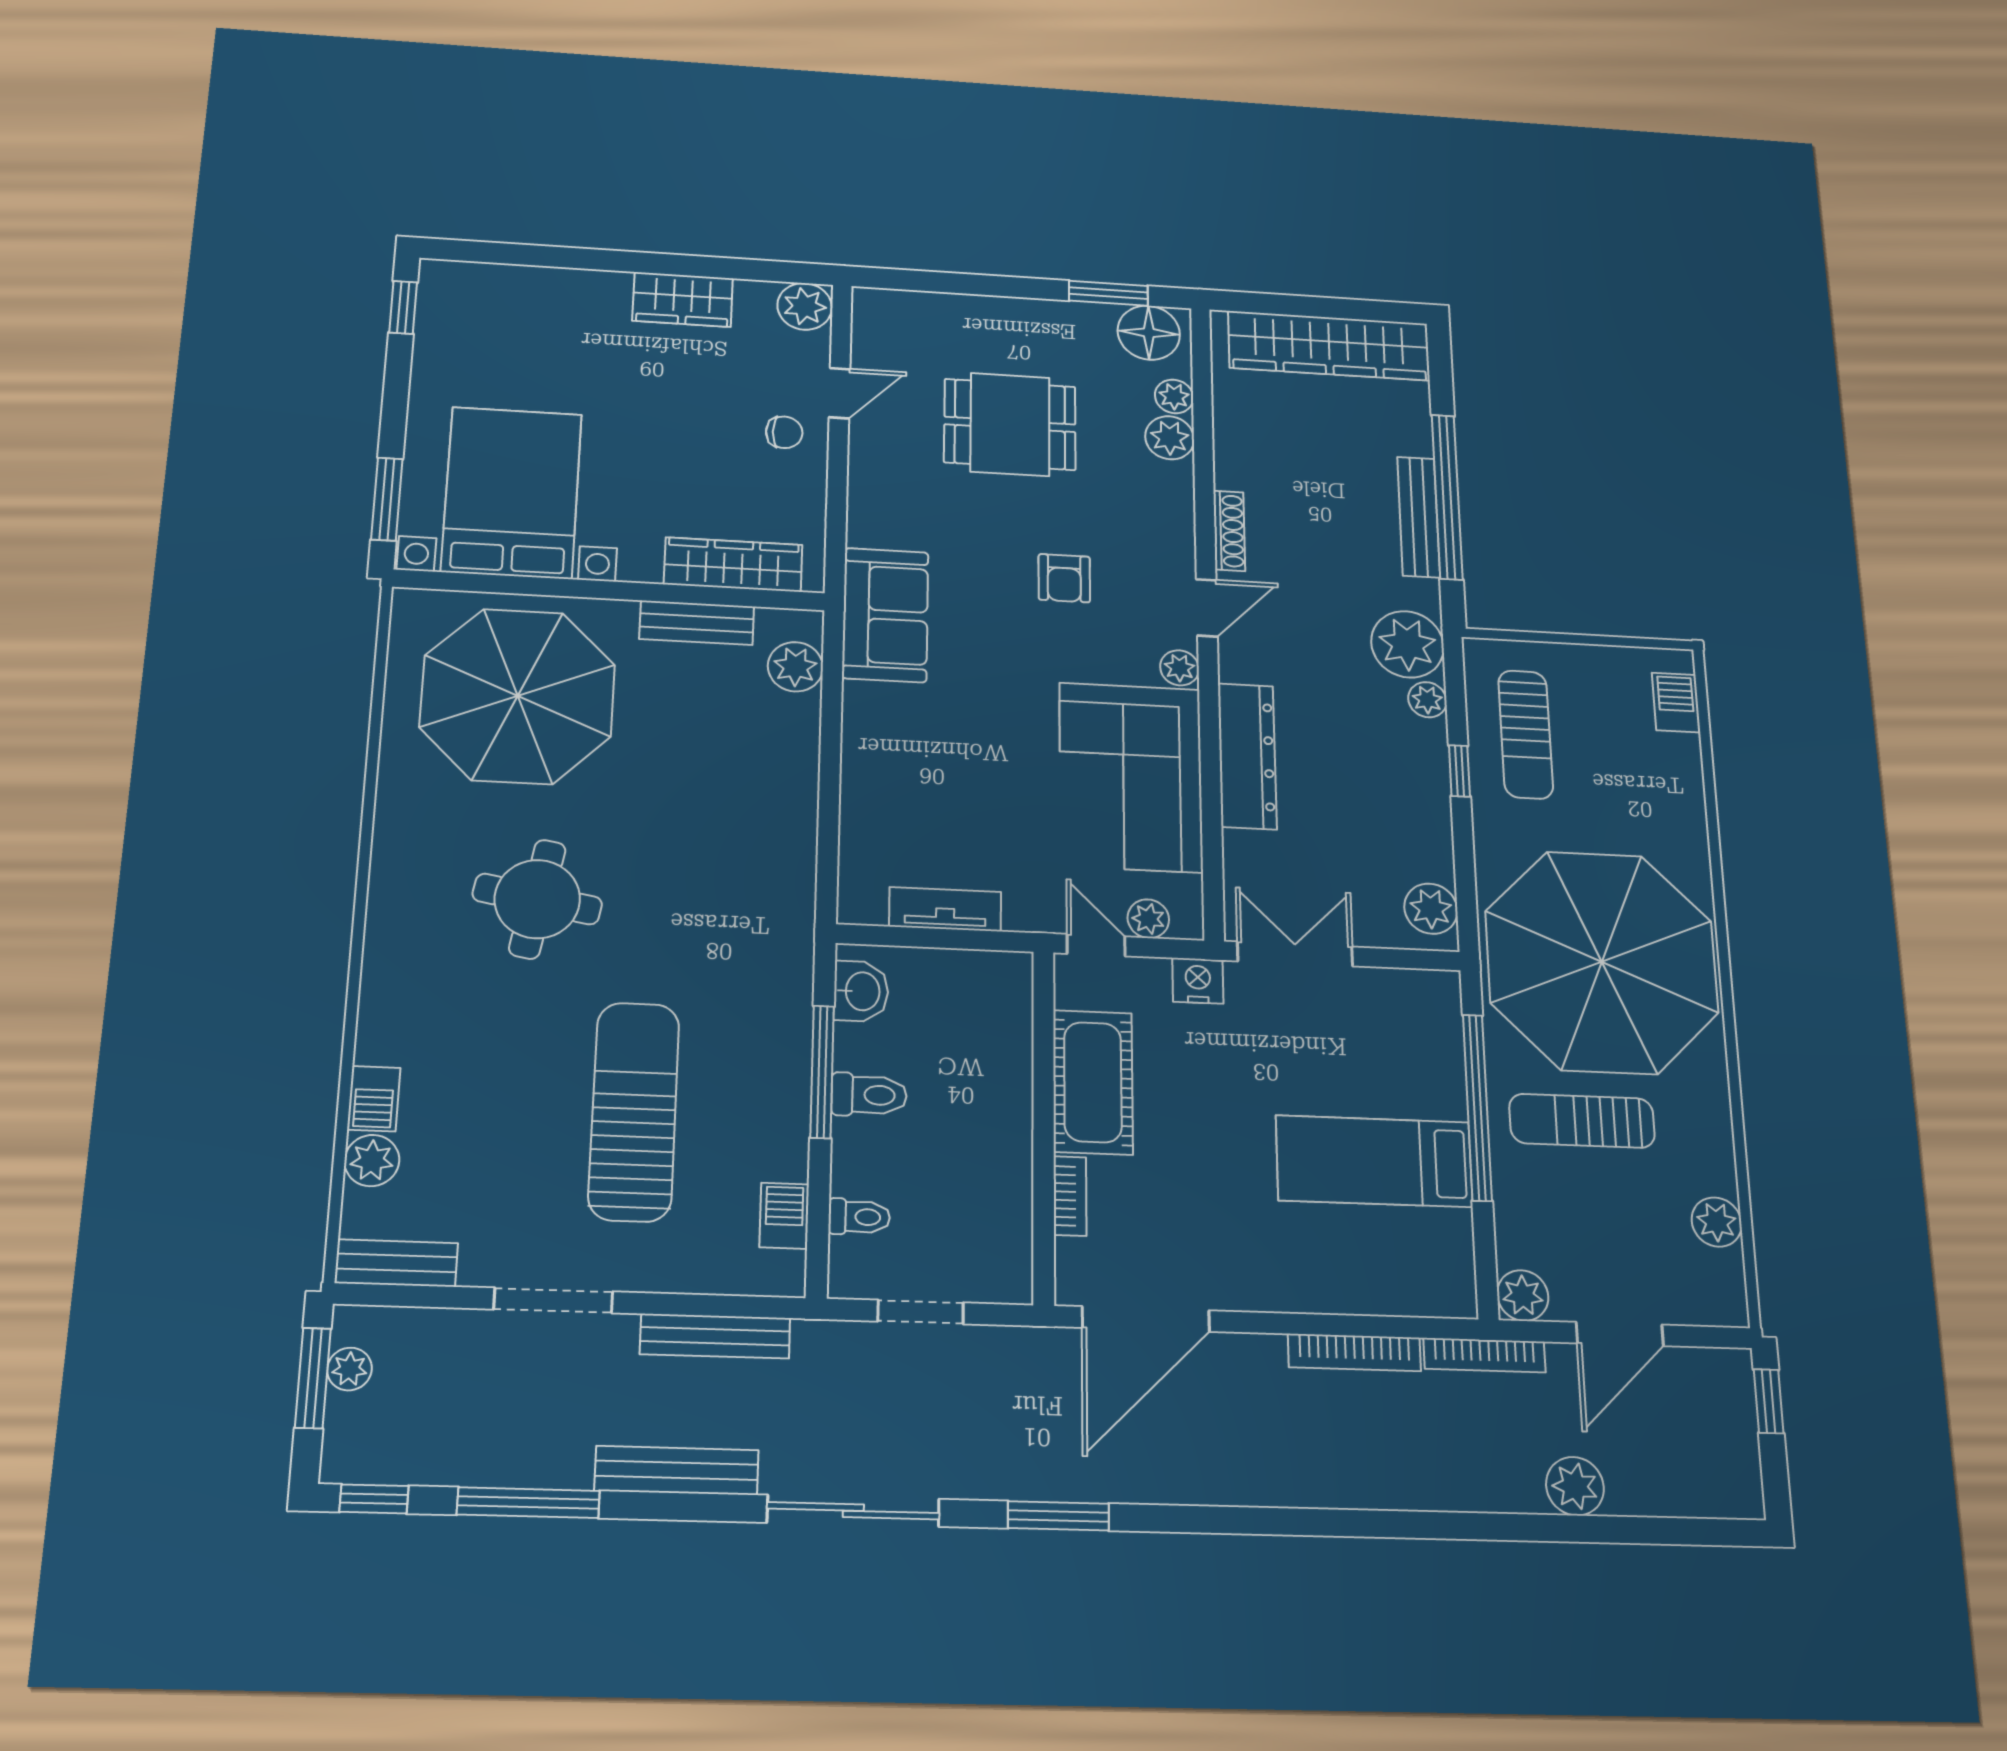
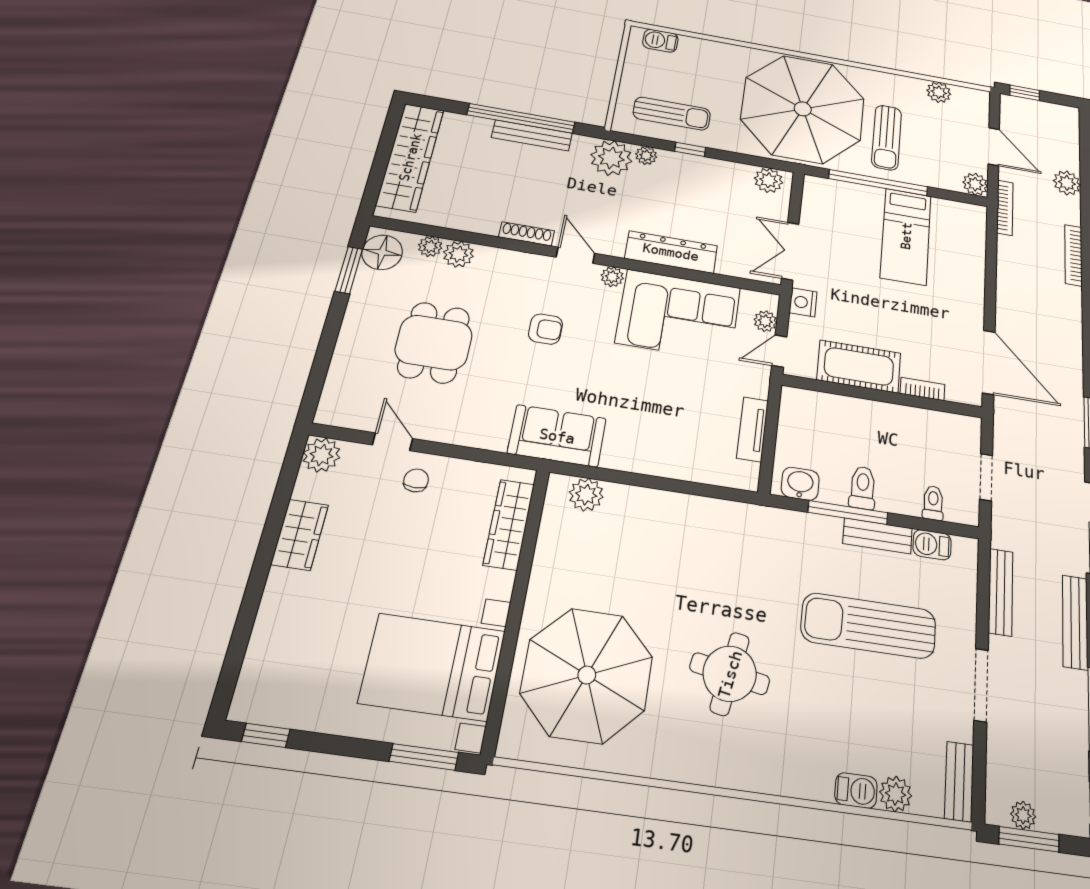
bench: (697, 623) -> (877, 536), moved, turned 90
bookcase: (1354, 1353) -> (1073, 255), moved, turned 180

